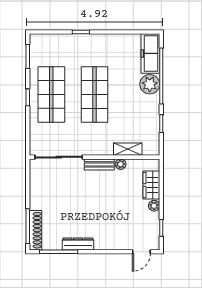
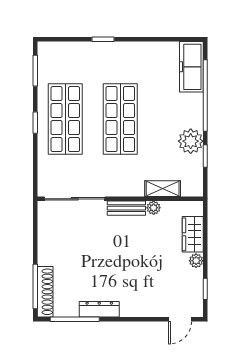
plant: (150, 84) -> (191, 141), moved

